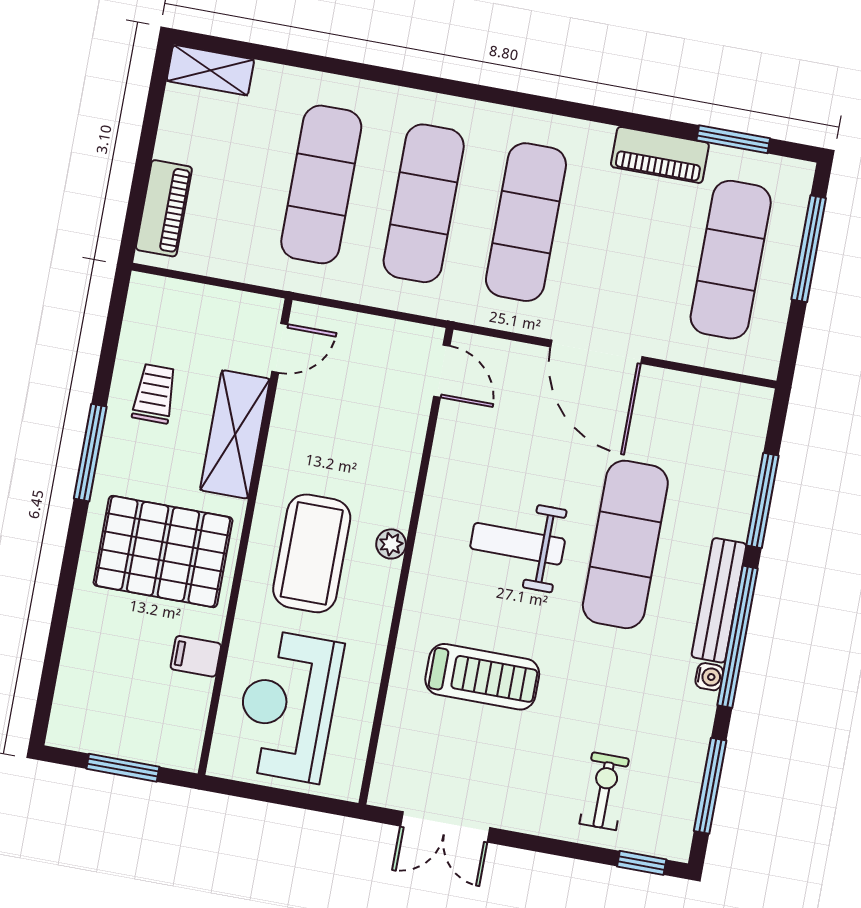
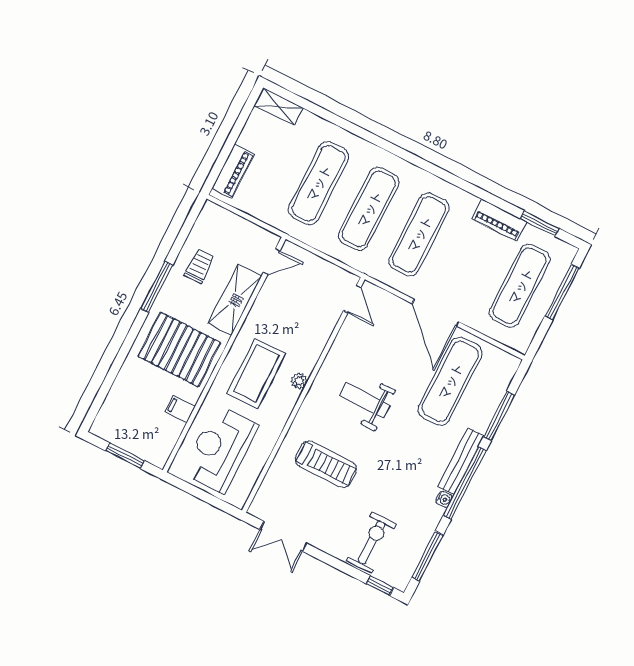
exercise mat: (625, 544) -> (450, 381), moved
exercise bike: (604, 791) -> (372, 542), width x1.38, depth x1.39

